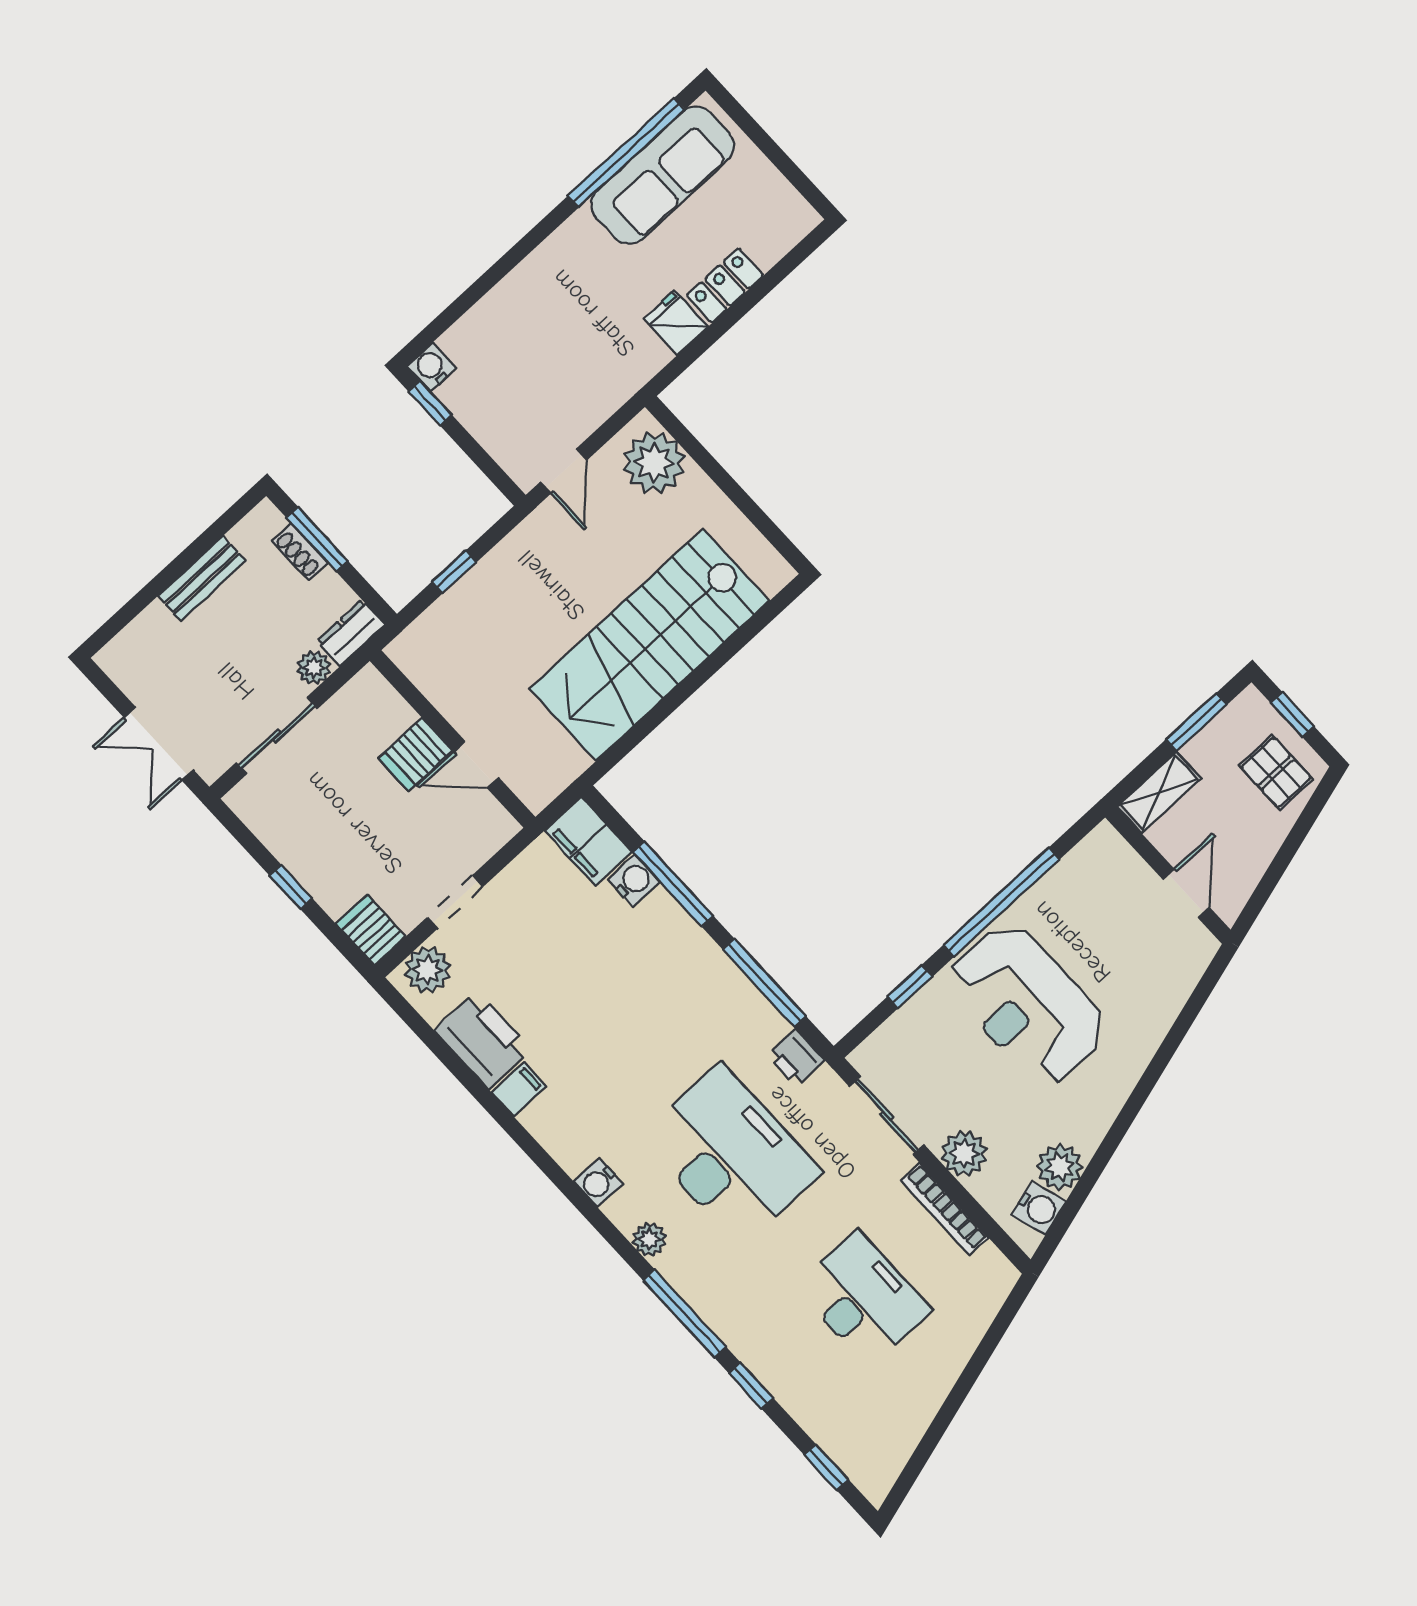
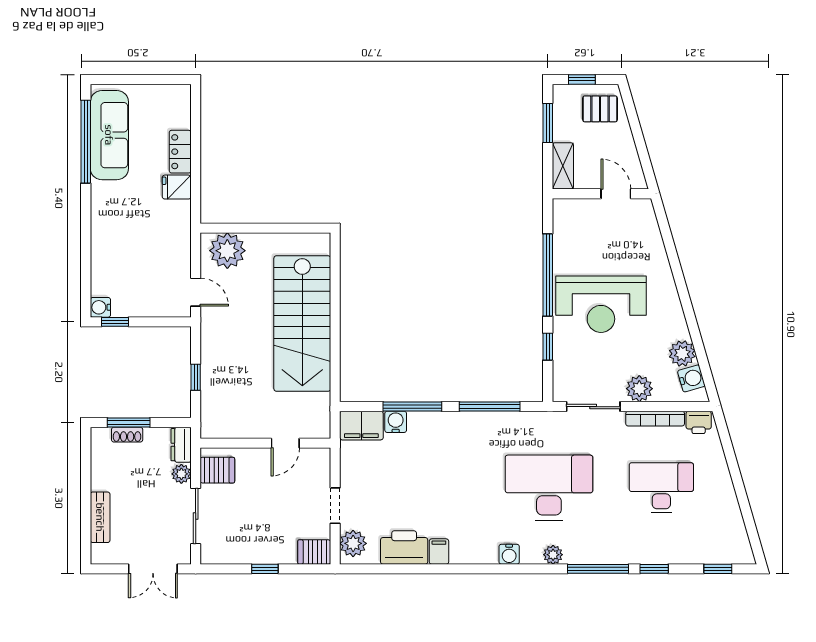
bench: (202, 578) -> (100, 517), moved
server rack: (415, 755) -> (217, 470), moved, turned -90
printer: (796, 1058) -> (699, 422), moved

